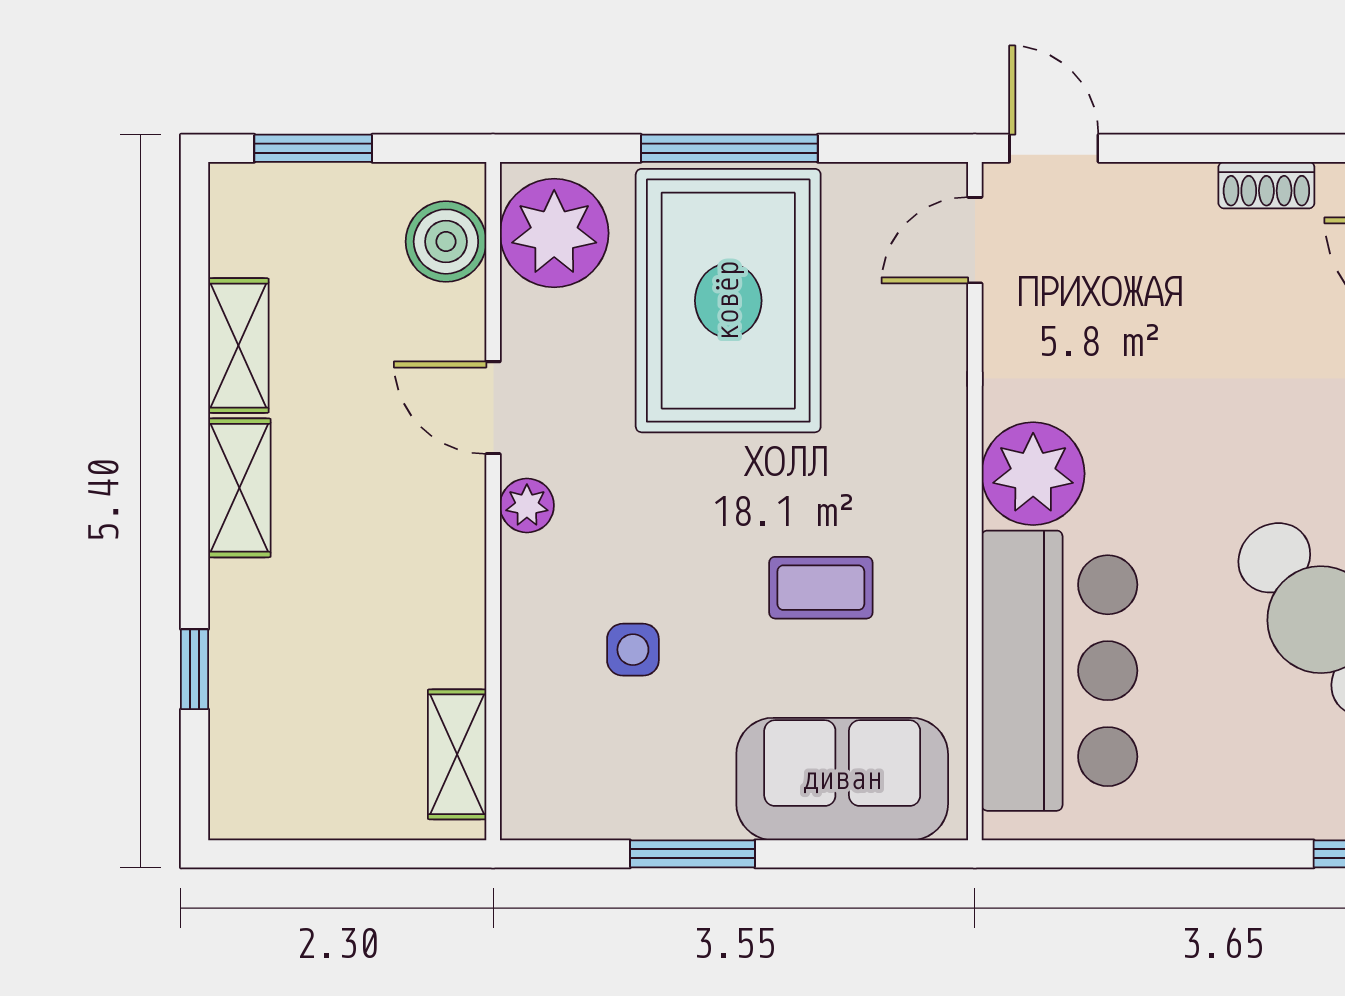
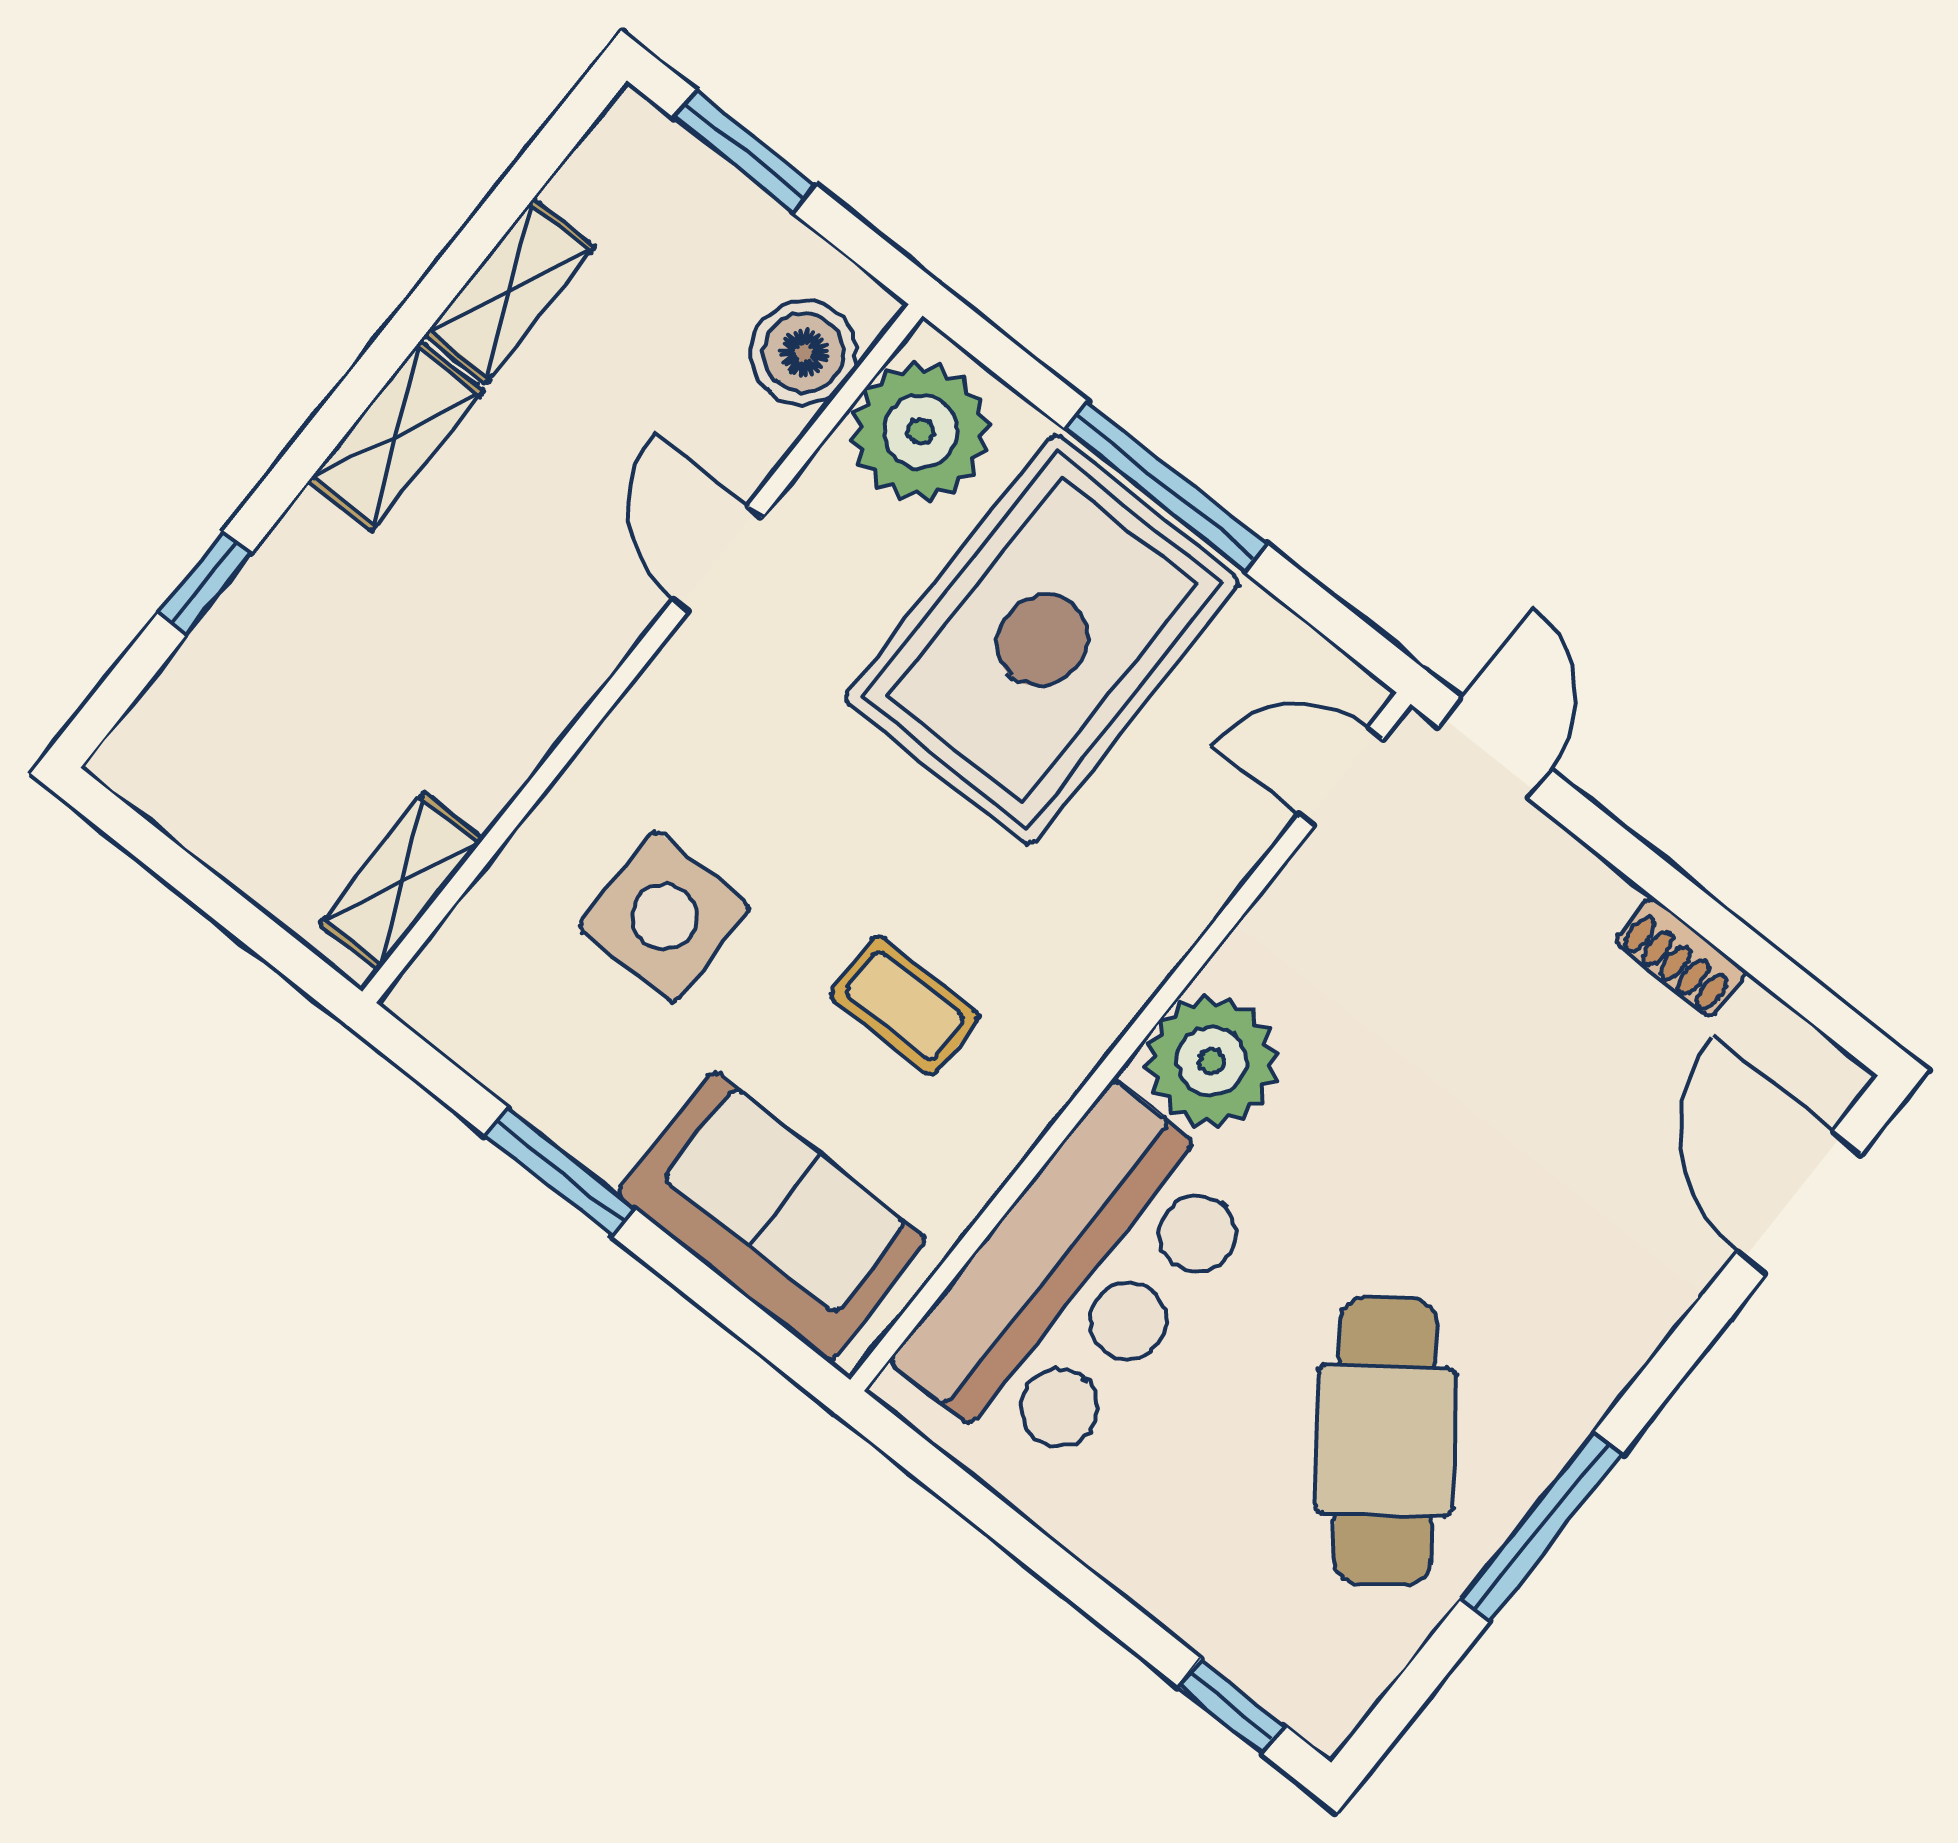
plant: (527, 505) -> (673, 685), removed
side table: (633, 650) -> (664, 917), width x1.87, depth x1.87

